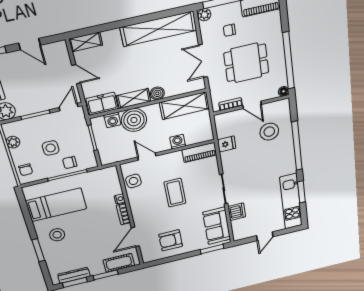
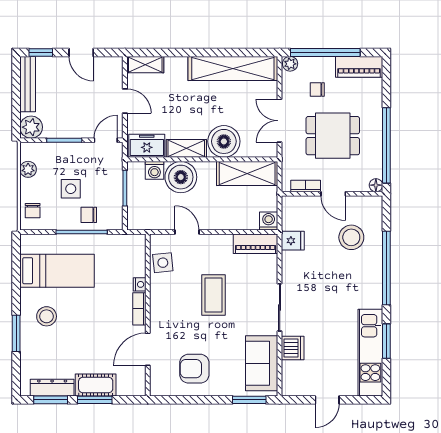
boiler: (157, 93) -> (224, 141), width x1.86, depth x1.86
washing machine: (178, 142) -> (269, 221), moved
cot: (119, 263) -> (96, 385), moved

